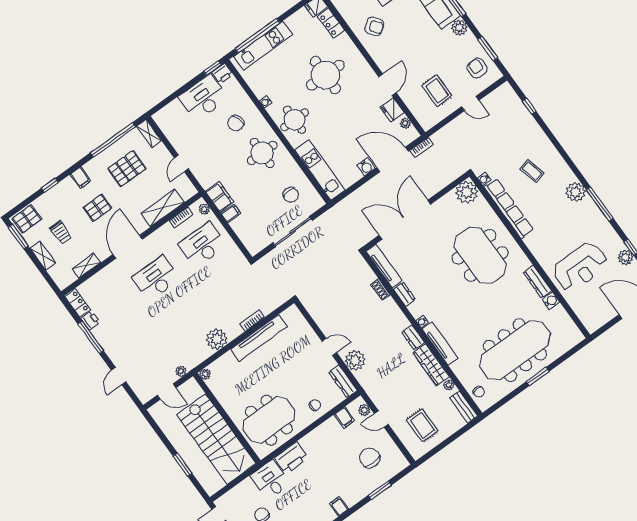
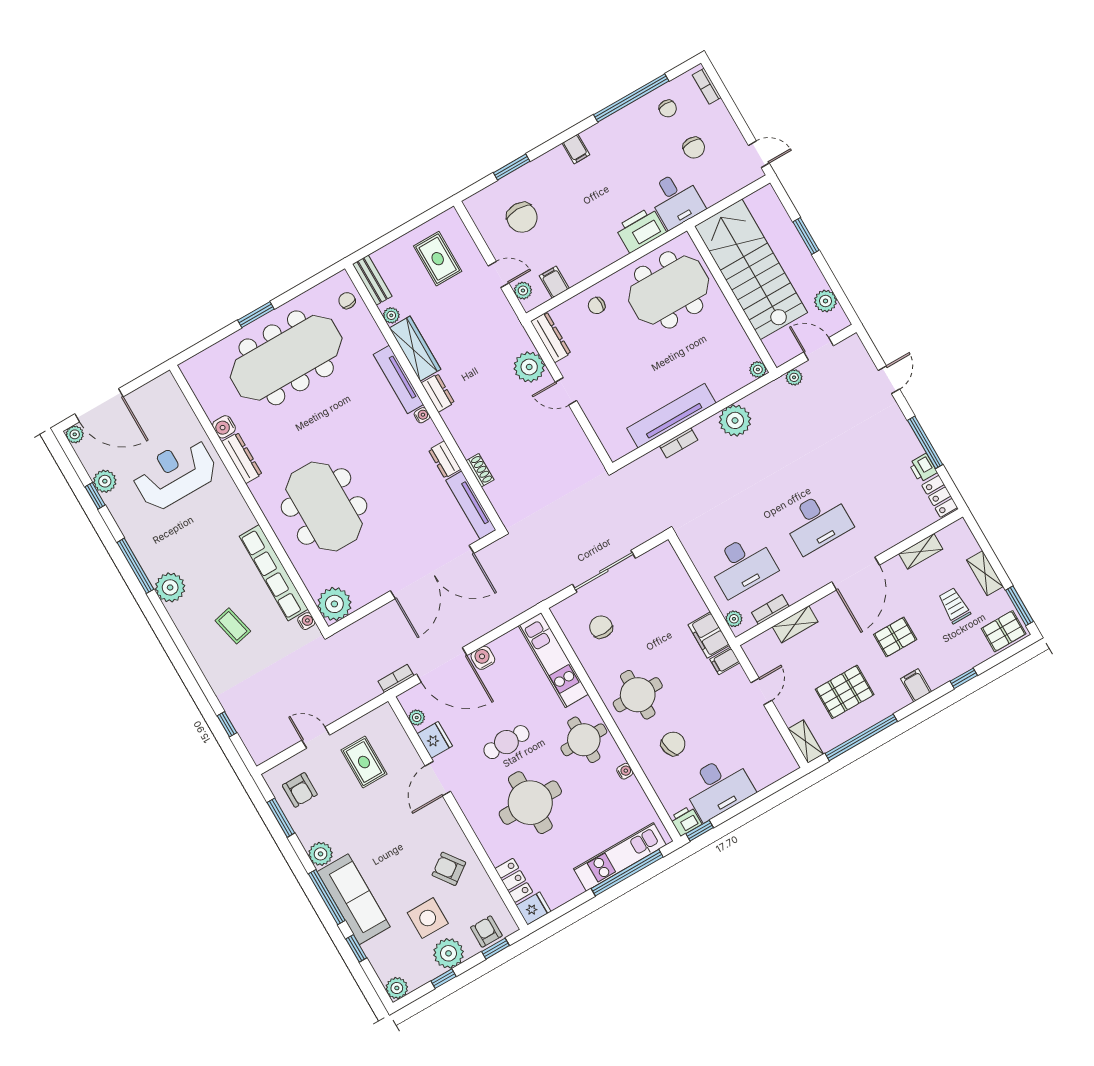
cafe table: (345, 113) -> (506, 742), added
shelving: (163, 208) -> (795, 624), width x0.67, depth x0.75
filing cabinet: (231, 213) -> (725, 661), moved
plant: (165, 423) -> (825, 301), added

